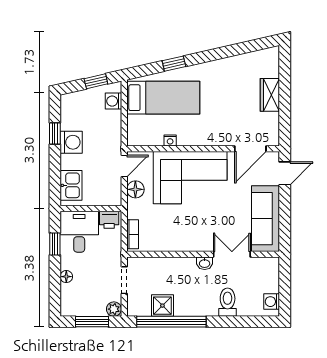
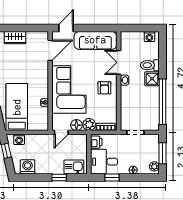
window: (55, 133) -> (59, 177), moved
washing machine: (71, 142) -> (28, 167), moved
door: (250, 149) -> (50, 50), hinge flipped
door: (124, 166) -> (61, 132), swing flipped
door: (285, 173) -> (66, 28), hinge flipped
plant: (136, 209) -> (89, 125), added
armchair: (193, 232) -> (104, 88), added
shower: (162, 306) -> (152, 79), moved
plant: (114, 309) -> (154, 166), moved

